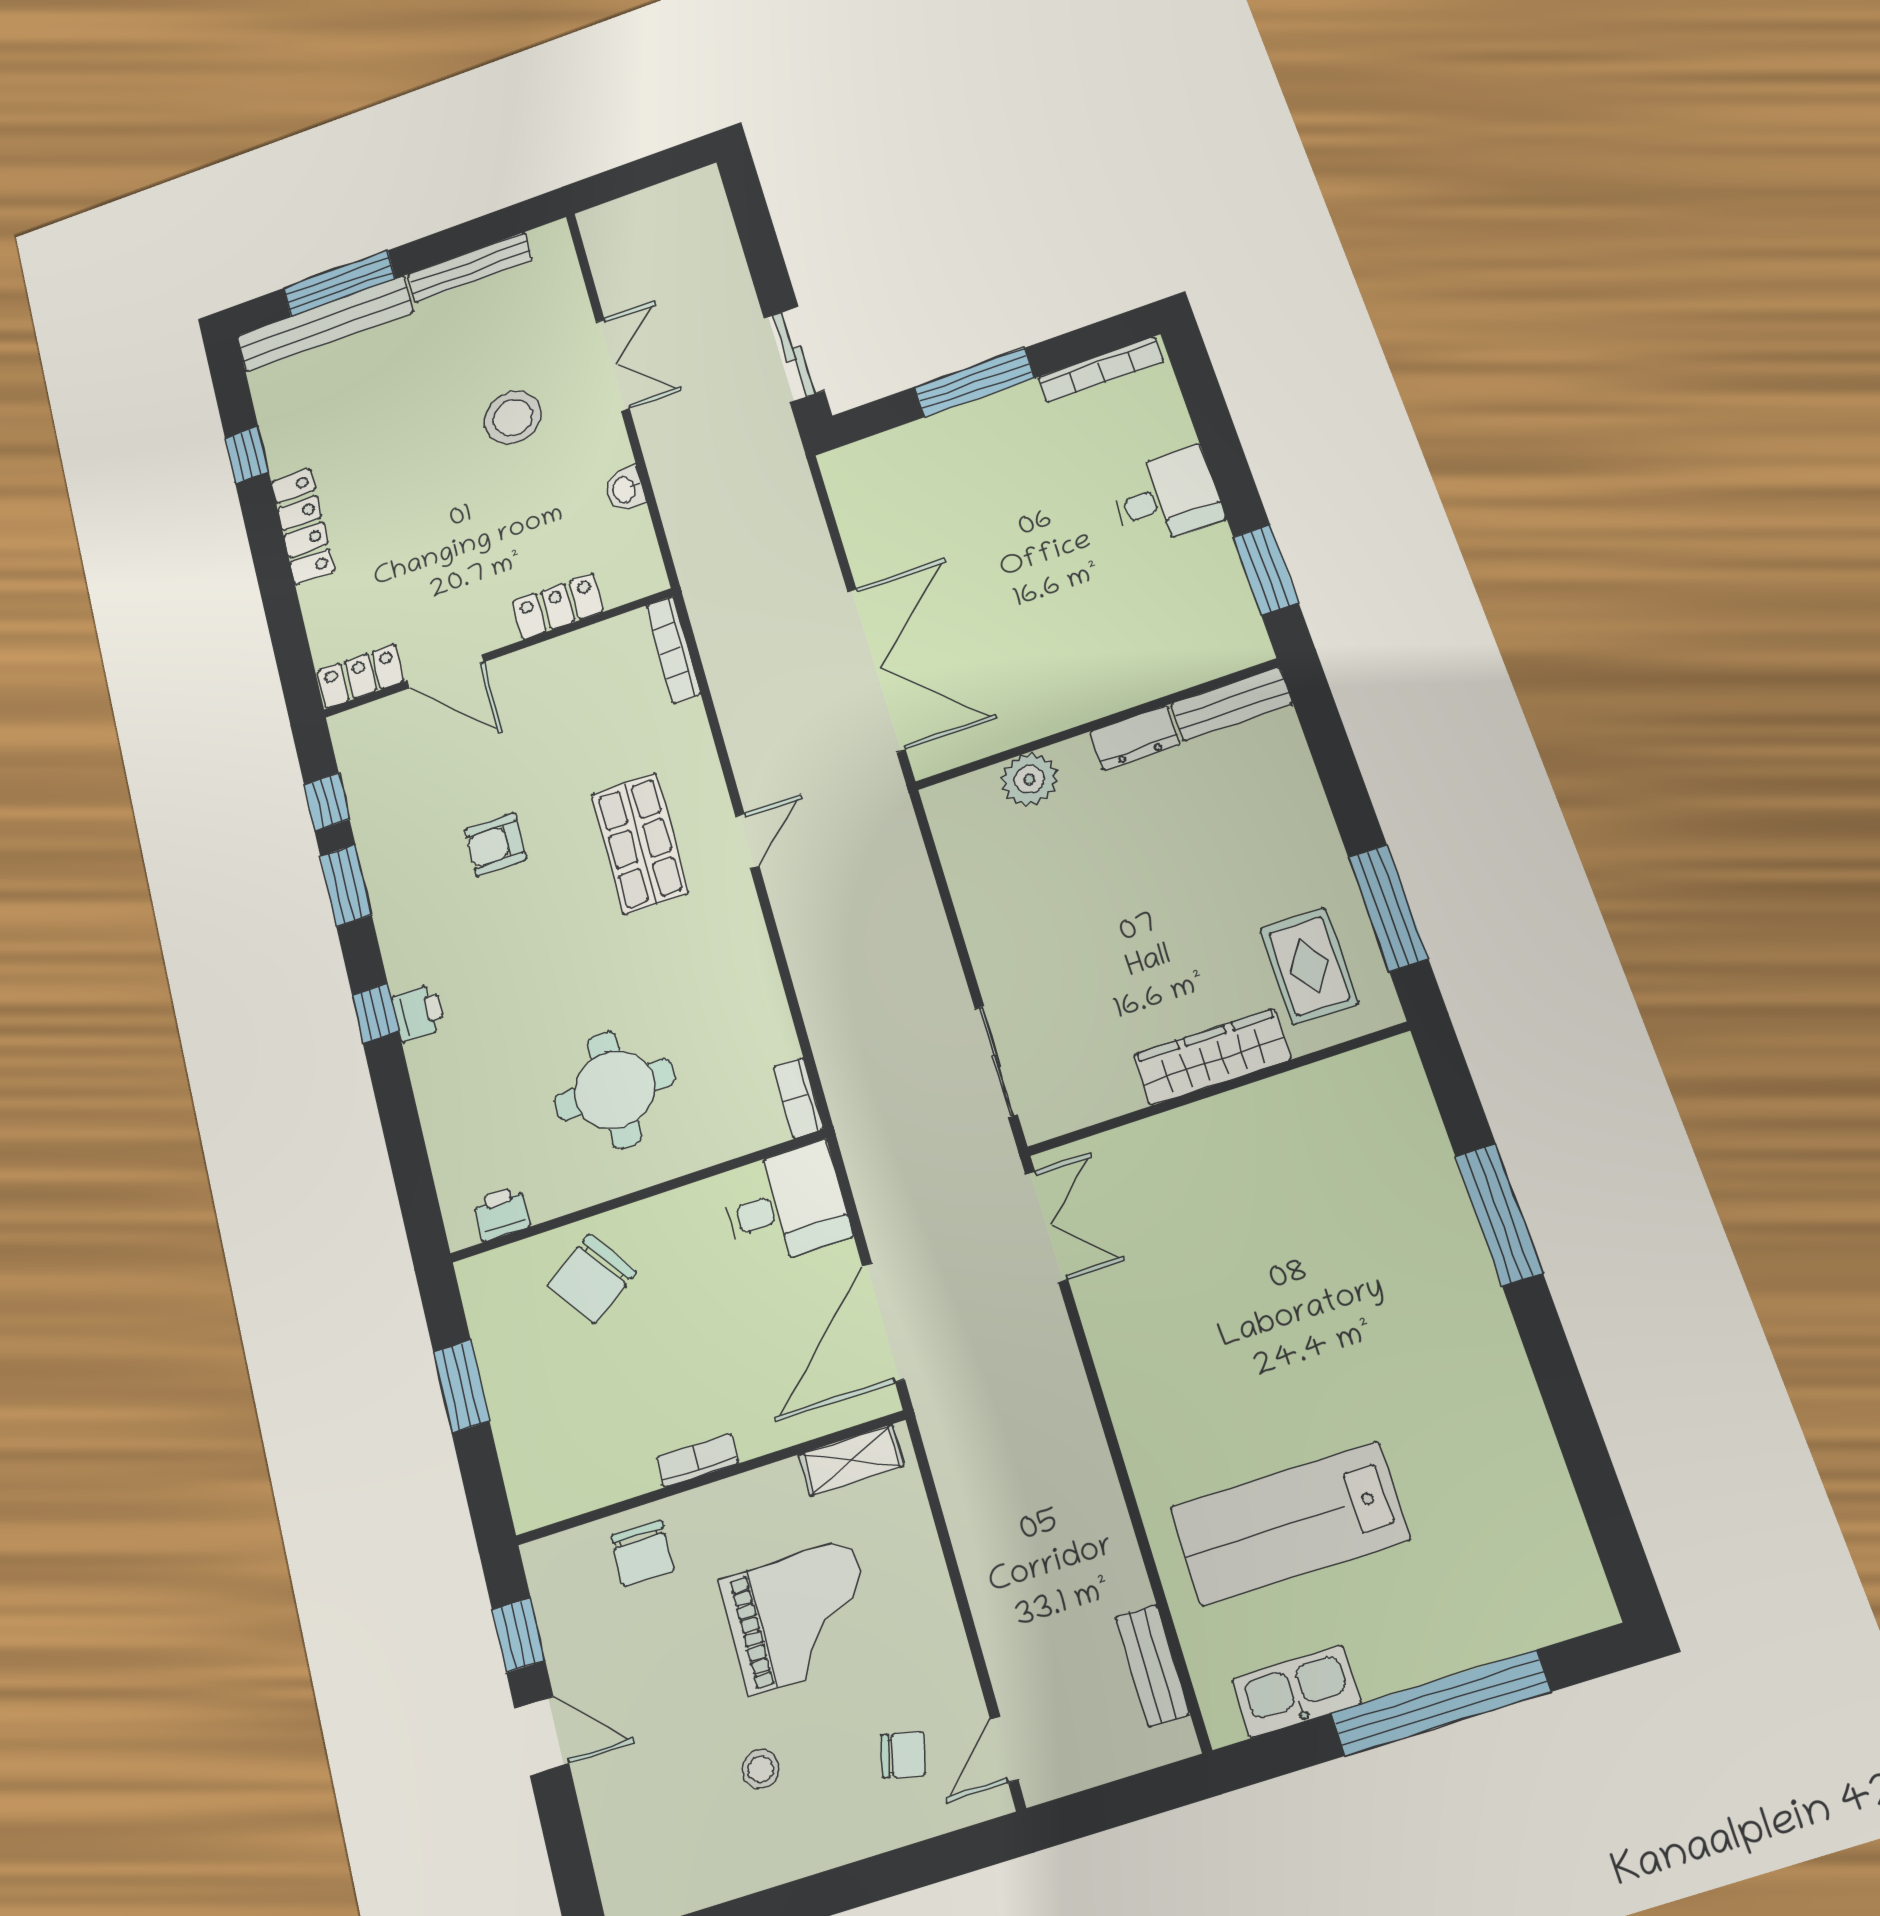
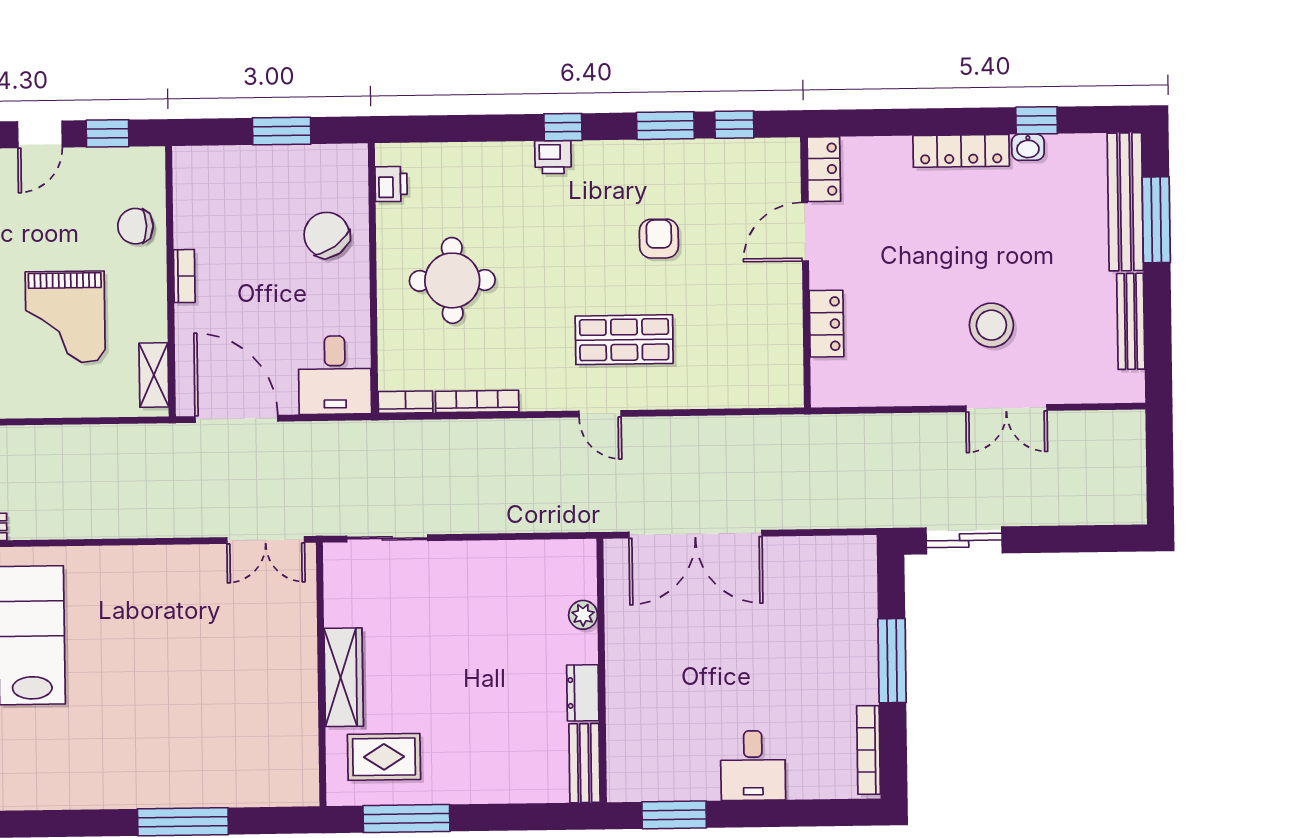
washbasin: (625, 489) -> (1028, 147), moved, turned 180
bookcase: (673, 650) -> (477, 401), moved
plant: (1029, 779) -> (583, 615), width x0.73, depth x0.73

